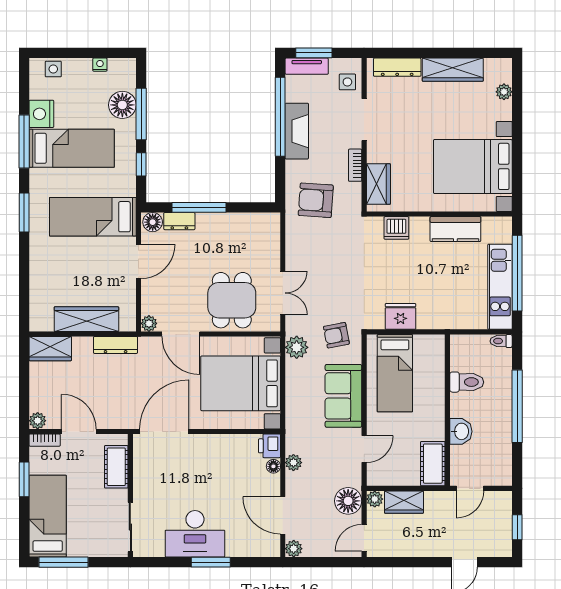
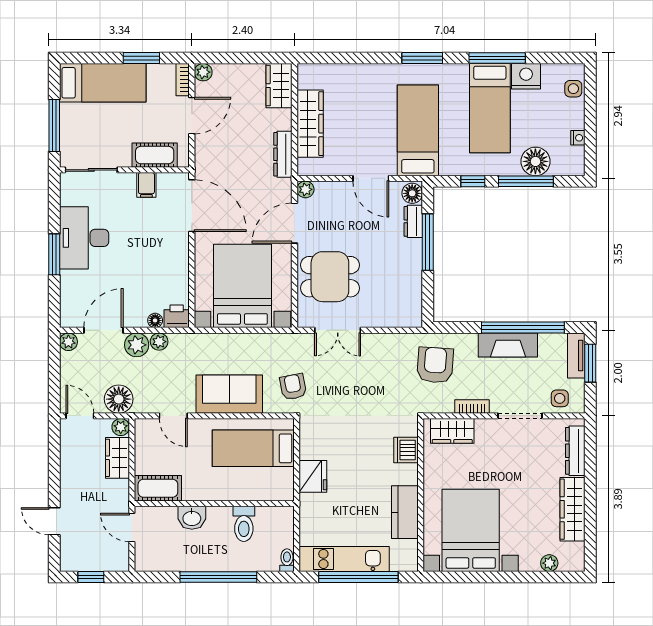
fridge: (401, 316) -> (313, 476), moved
plant: (297, 347) -> (137, 345), moved
filing cabinet: (145, 475) -> (146, 185), added
window: (63, 562) -> (54, 125), moved

